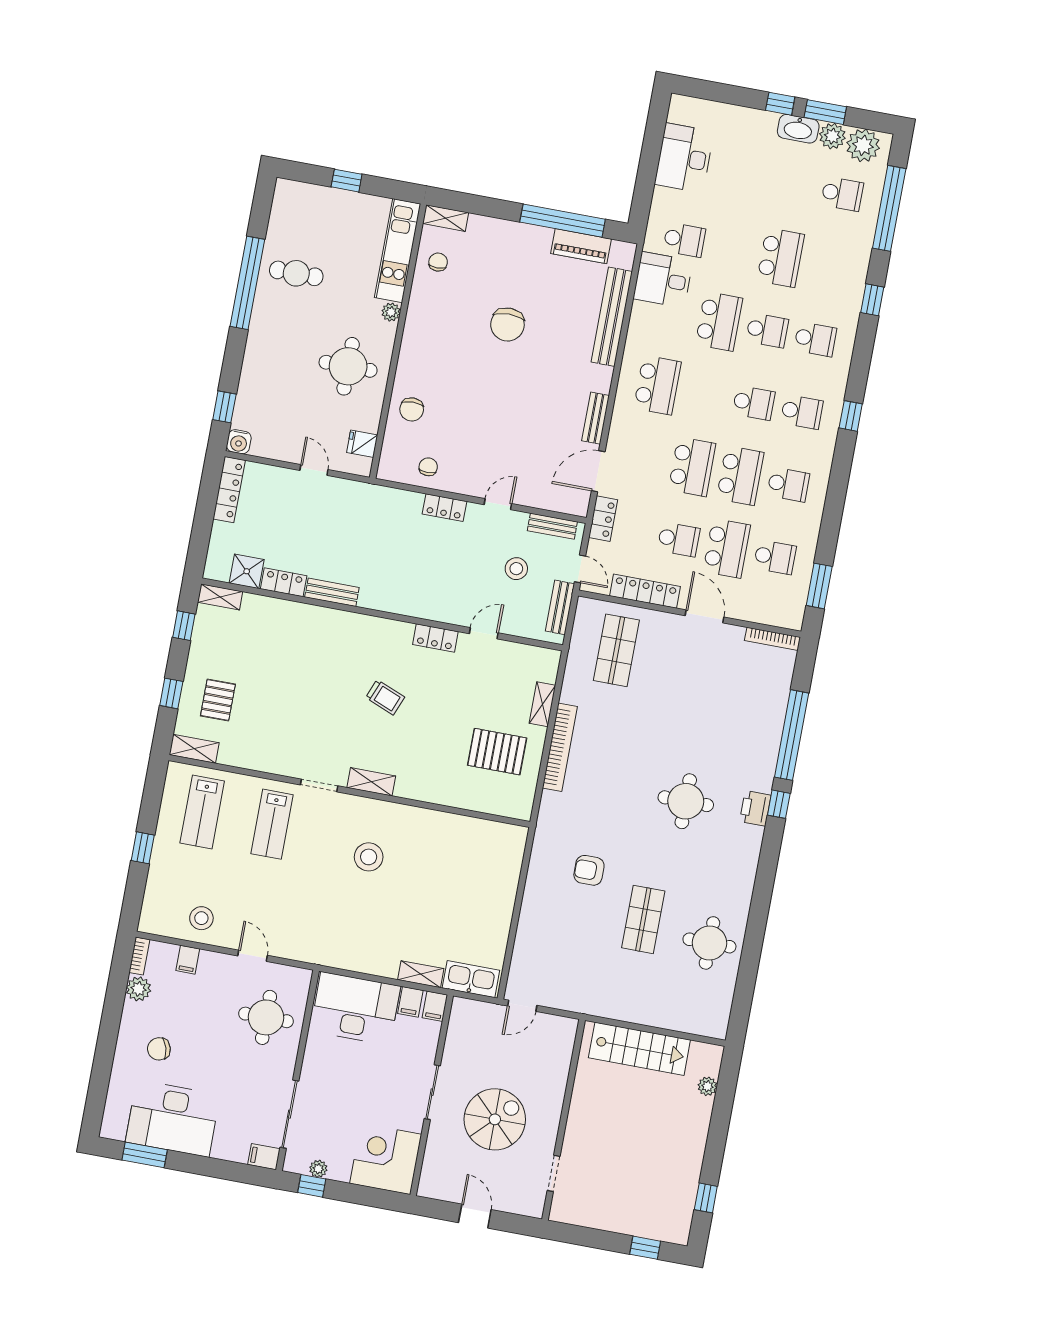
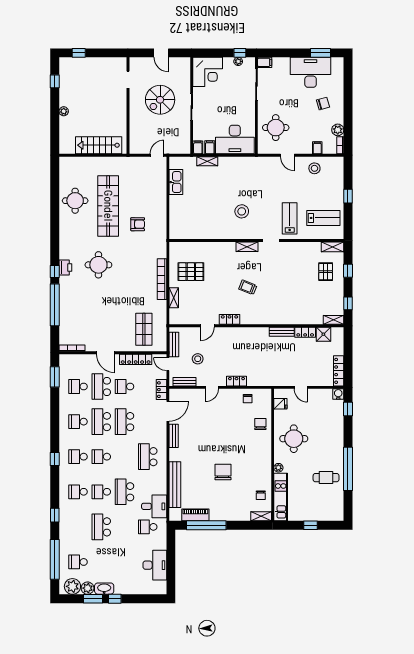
lab bench: (202, 812) -> (323, 218), turned 90
shop shelf: (643, 919) -> (108, 206), width x2.00, depth x1.36
kitchen sink: (471, 979) -> (176, 182), moved, turned -90
plant: (707, 1086) -> (64, 111), moved

